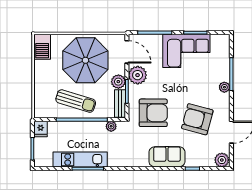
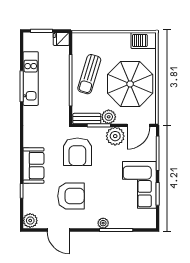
armchair: (197, 119) -> (71, 196), turned 75
plant: (111, 126) -> (64, 110), removed

